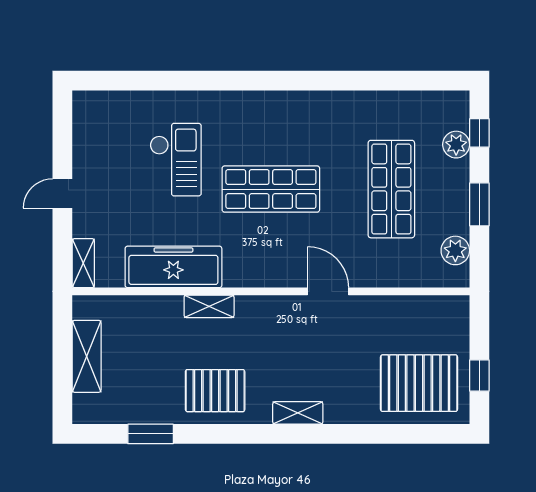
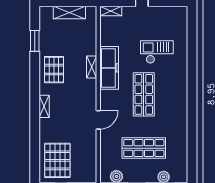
checkout: (176, 160) -> (157, 52), turned 180
freezer: (173, 267) -> (109, 68), moved

